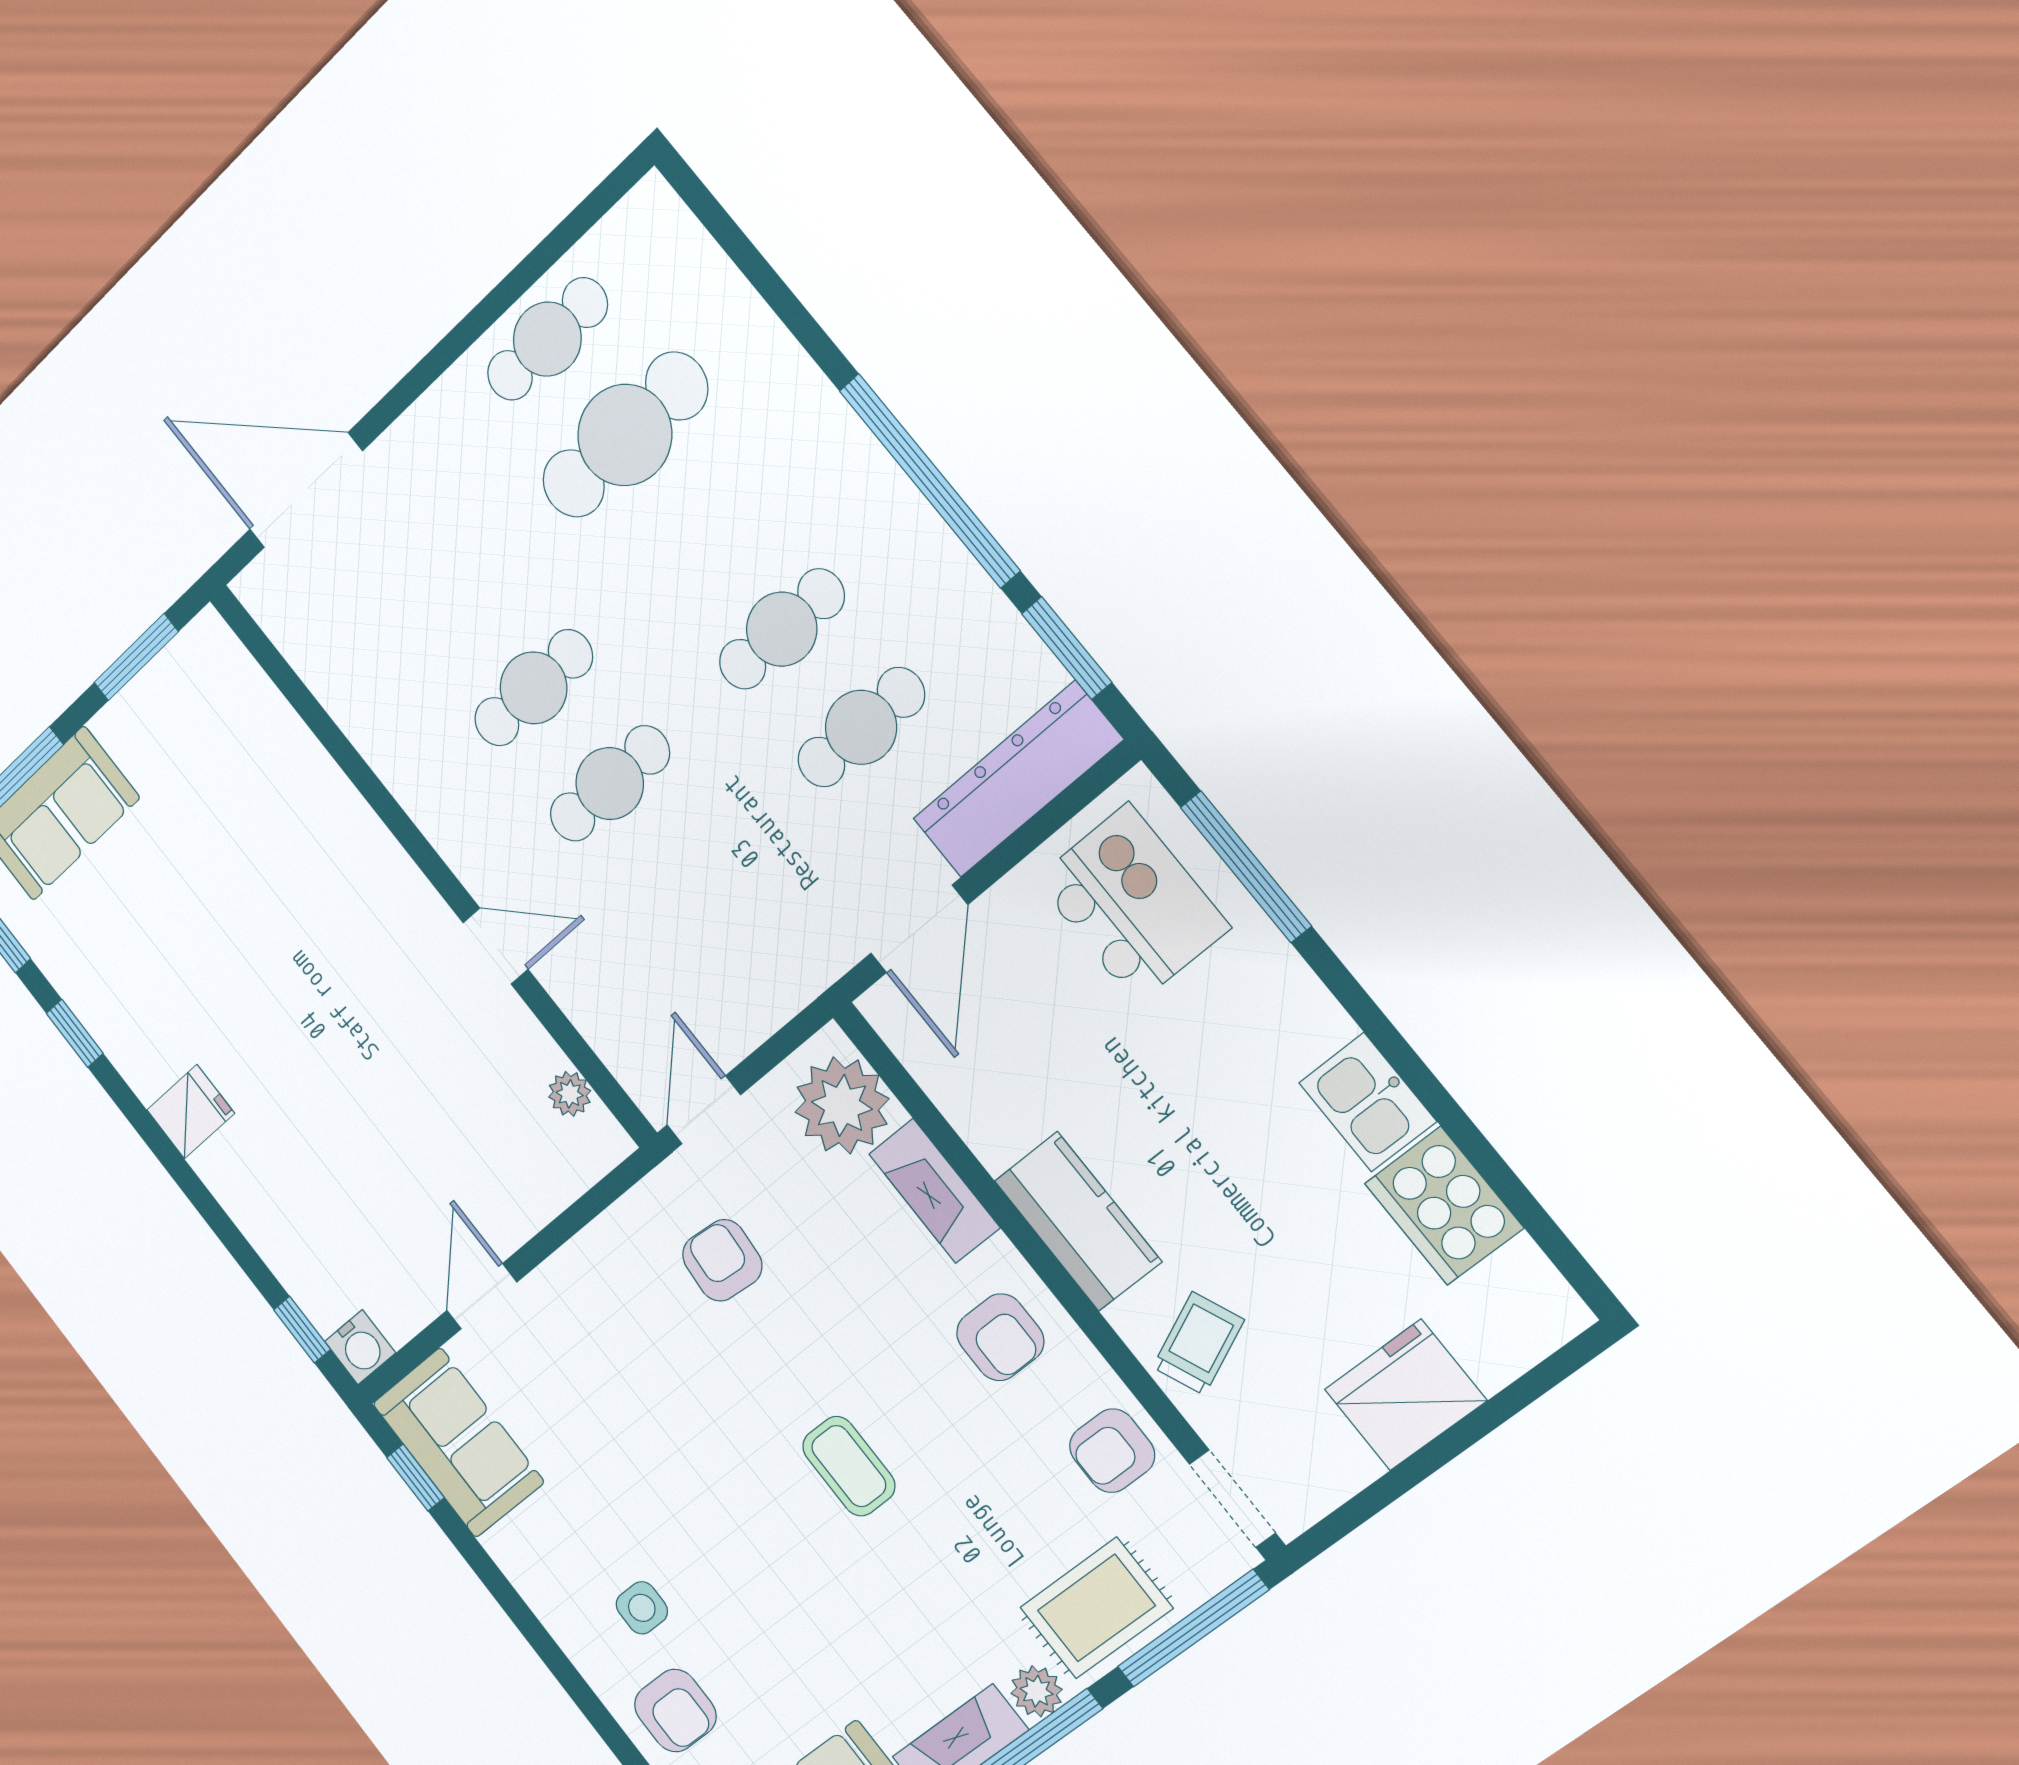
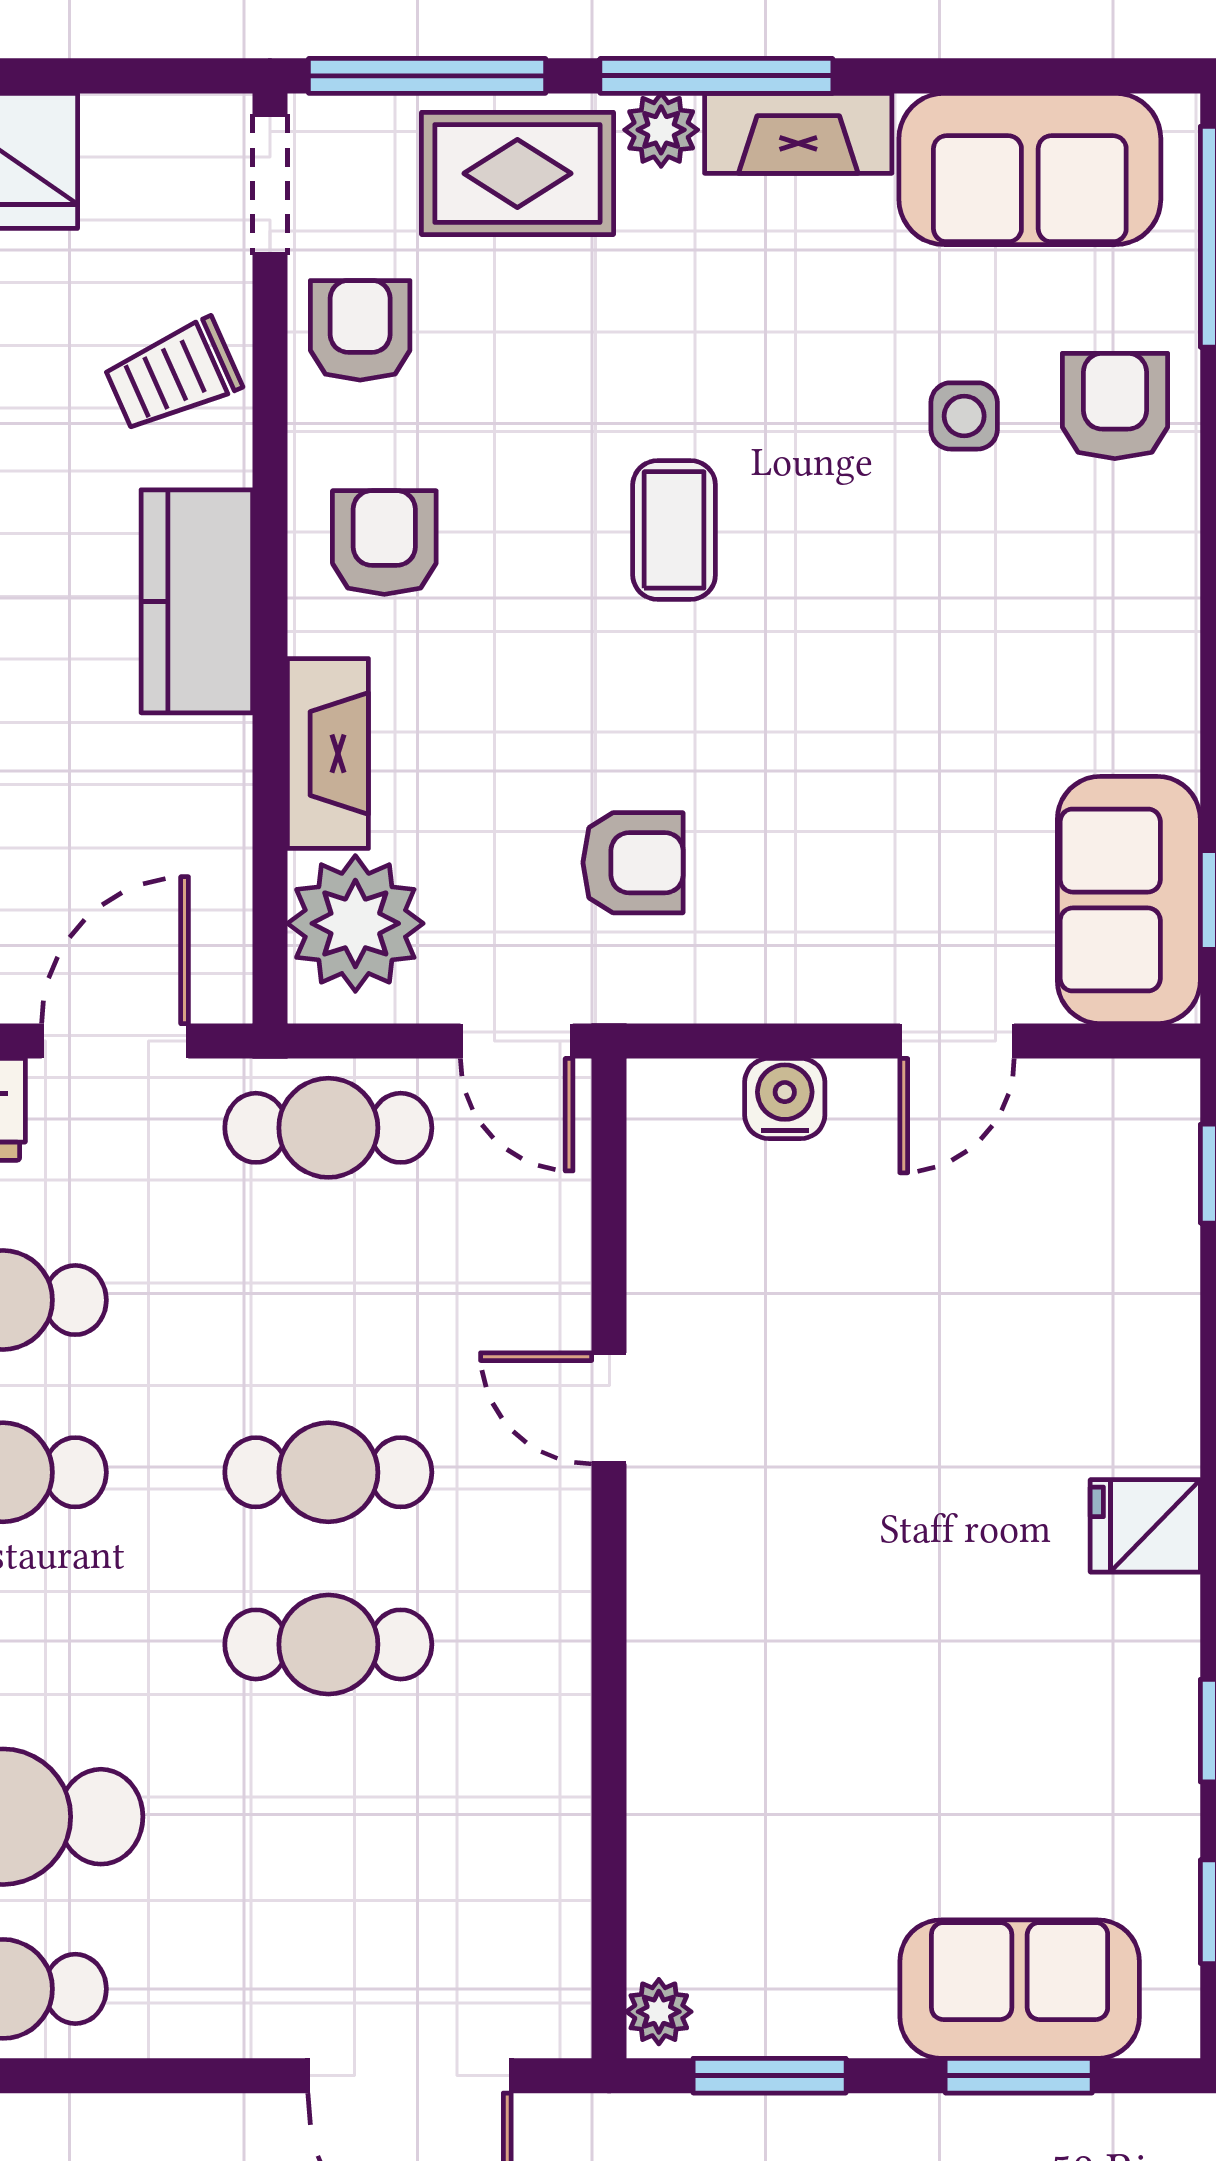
cafe table: (764, 977) -> (328, 1128), added
plant: (570, 1094) -> (659, 2012), moved
door: (704, 1110) -> (517, 1041), hinge flipped
armchair: (722, 1260) -> (633, 863), turned -95
water cooler: (360, 1347) -> (785, 1099), moved
armchair: (1112, 1451) -> (360, 330), turned -90
side table: (642, 1608) -> (964, 416), moved

